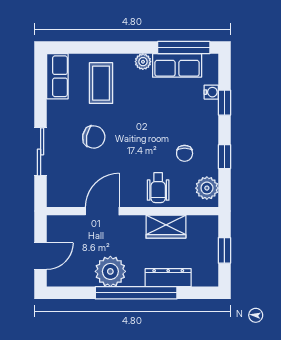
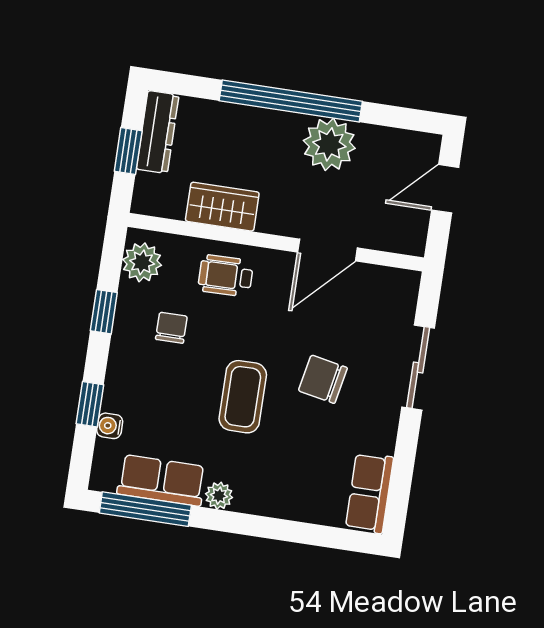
coffee table: (101, 83) -> (243, 397), moved
wheelchair: (158, 188) -> (226, 276), turned -91
dresser: (168, 278) -> (158, 132), moved, turned -90

